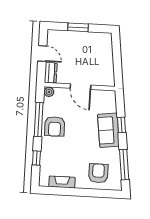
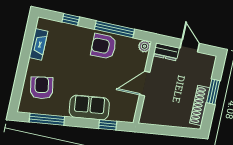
shoe rack: (92, 37) -> (200, 105), added
door: (42, 54) -> (190, 46), swing flipped
window: (121, 125) -> (108, 125), moved
armchair: (98, 173) -> (42, 88), turned -101

